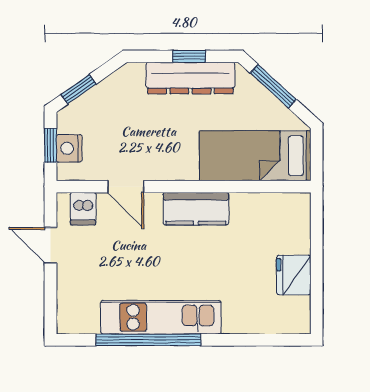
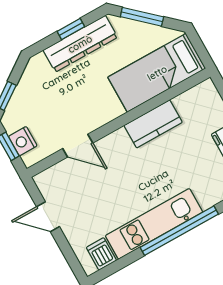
dishwasher: (83, 209) -> (101, 254), moved, turned 180
kitchen counter: (196, 209) -> (153, 124), moved
window: (148, 340) -> (179, 231), moved

